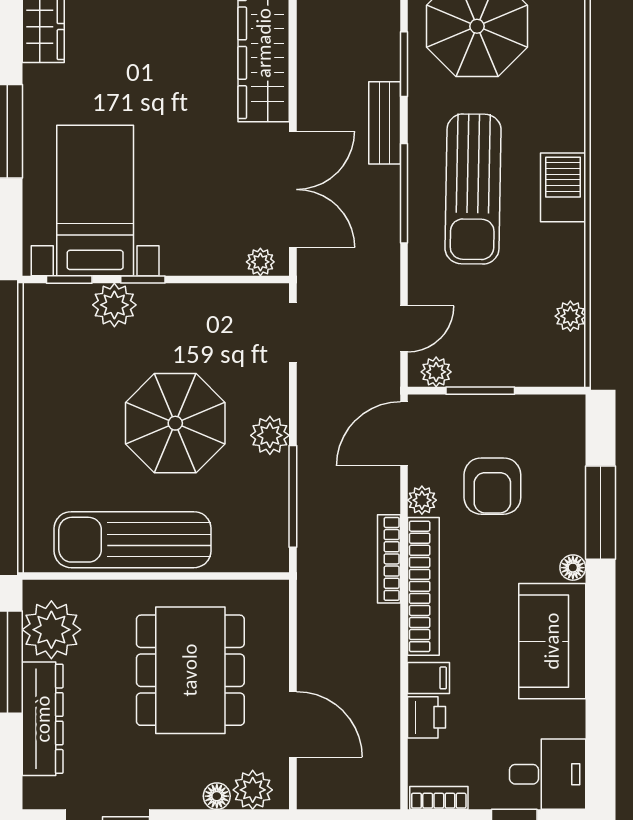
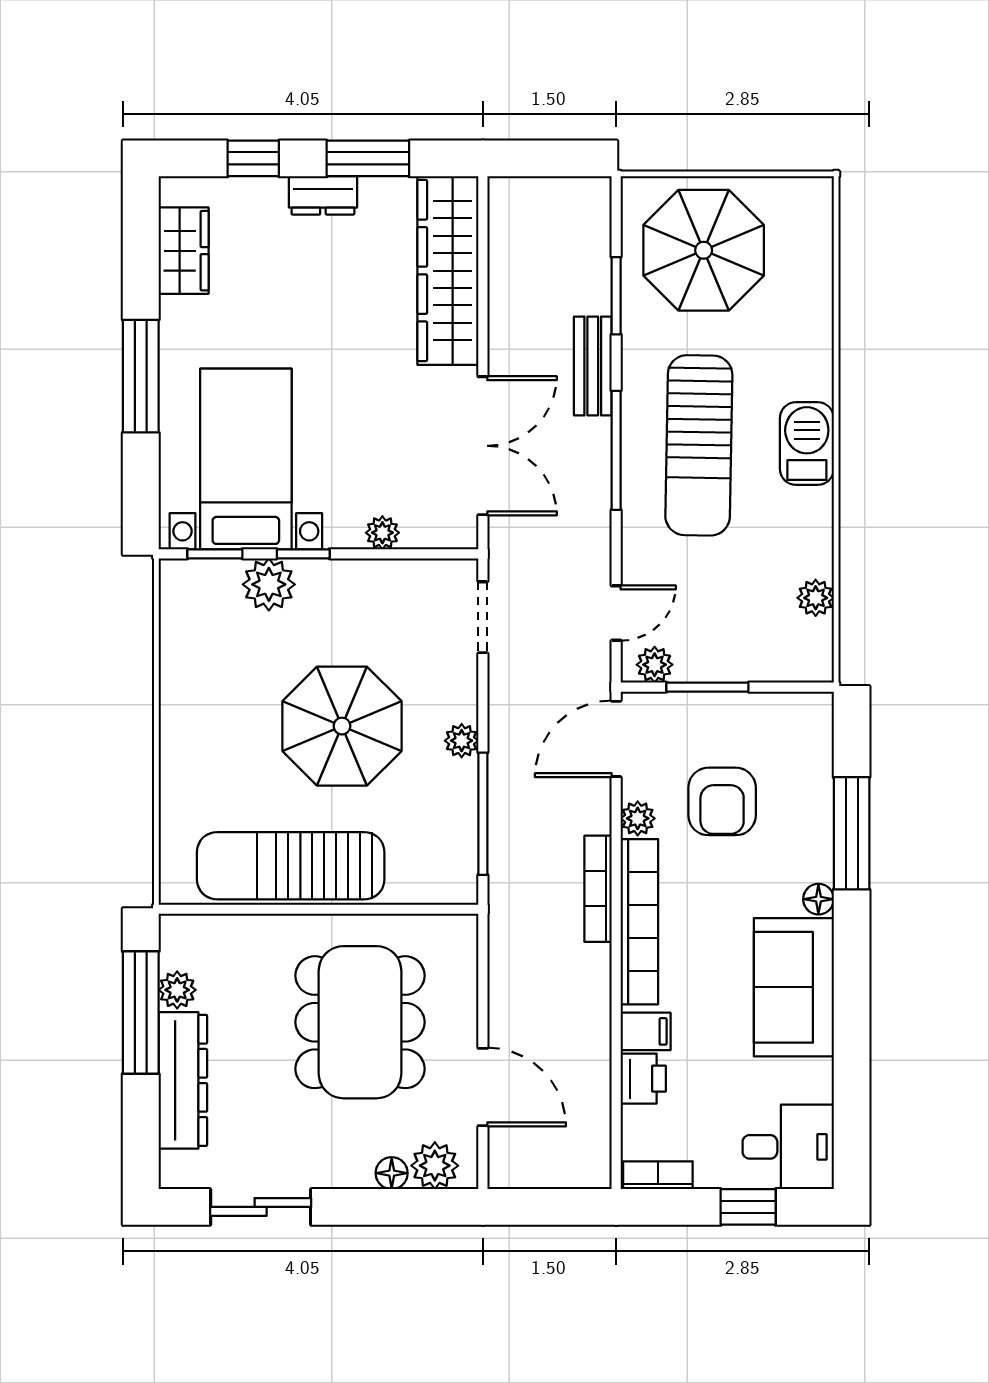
plant: (260, 262) -> (382, 533), moved
plant: (270, 435) -> (462, 741), width x0.73, depth x0.73
plant: (51, 630) -> (177, 990), width x0.53, depth x0.53

